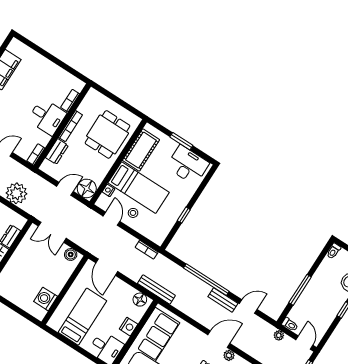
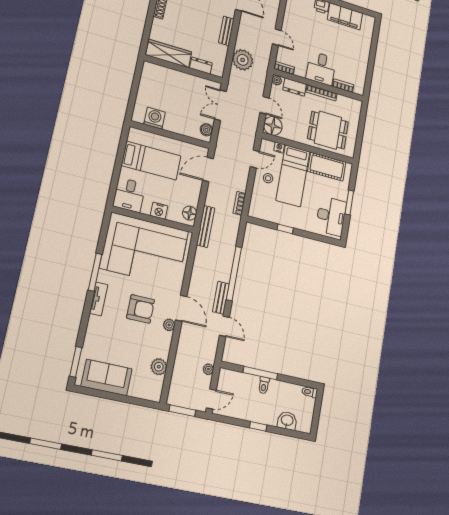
plant: (45, 167) -> (277, 80), added
toilet: (290, 325) -> (264, 385), moved

